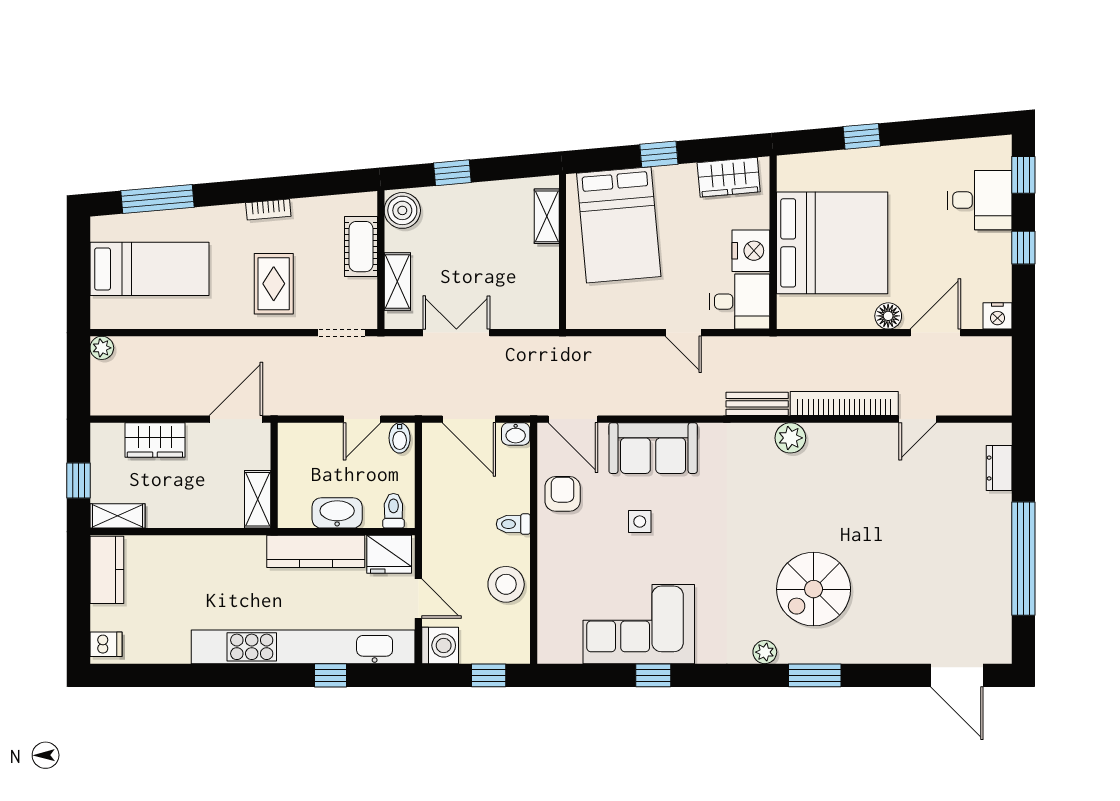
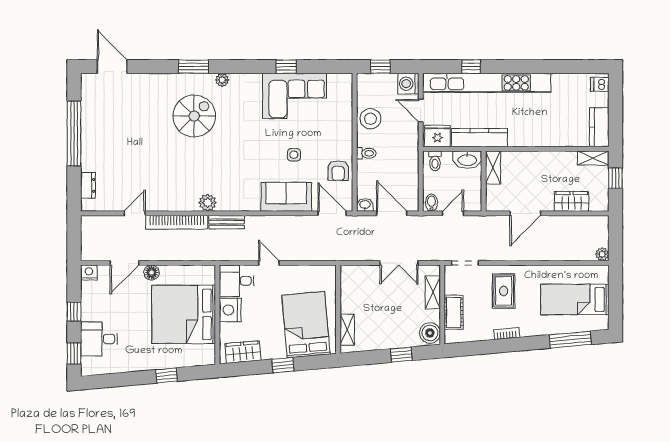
wall: (274, 475) -> (484, 181), moved
shelving: (258, 499) -> (493, 167), moved

